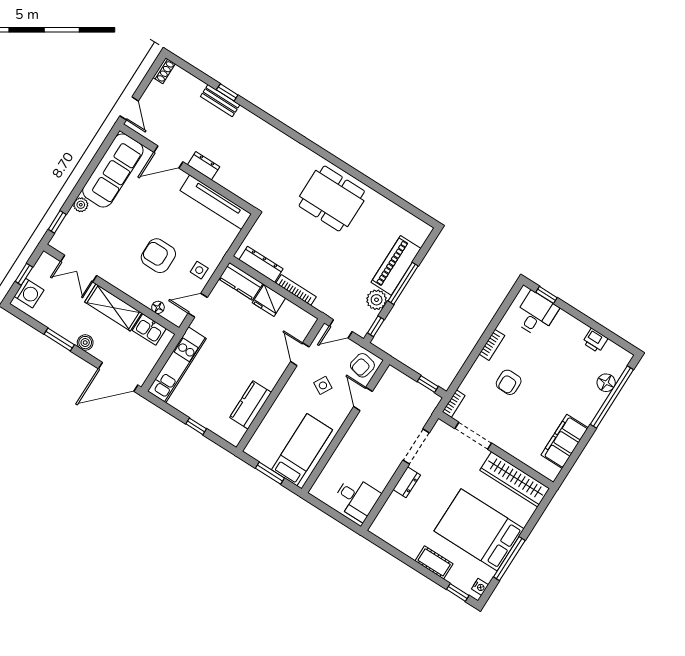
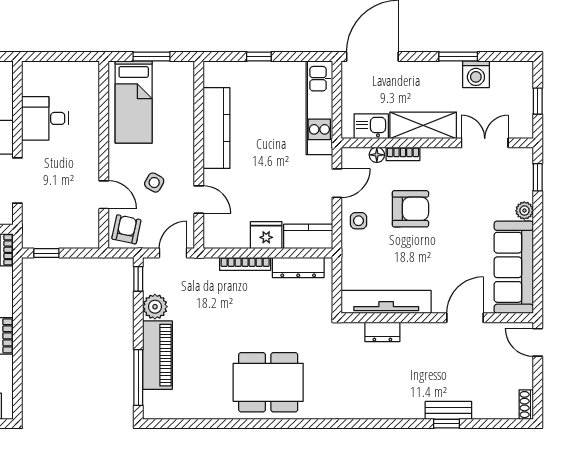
dresser: (204, 166) -> (382, 332), moved
window: (403, 283) -> (138, 378), moved
washing machine: (29, 293) -> (476, 74), moved, turned -90
bookcase: (140, 297) -> (403, 154), added
boiler: (85, 343) -> (429, 70), removed
kitchen counter: (251, 405) -> (216, 128), width x1.50
desk: (356, 498) -> (45, 118), moved

